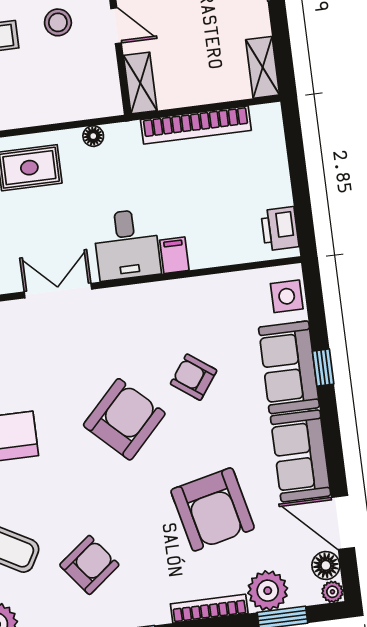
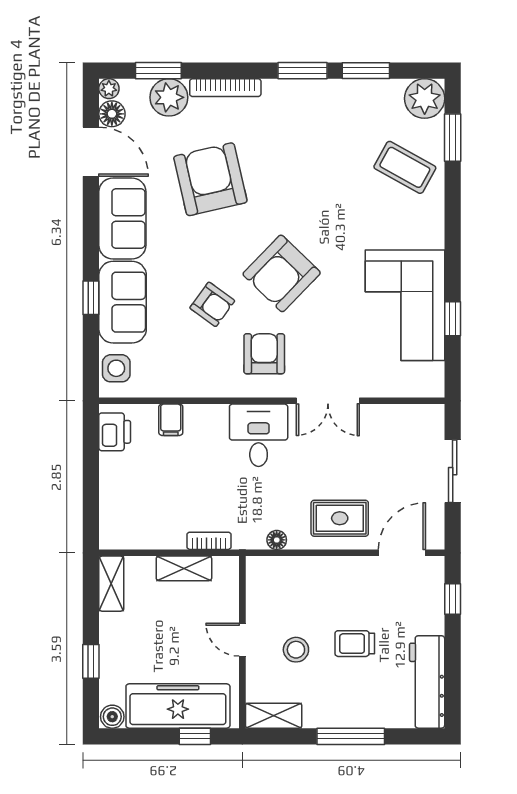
shelving: (140, 83) -> (184, 568), moved, turned 90
bookcase: (196, 125) -> (209, 541), width x0.43, depth x0.76
filing cabinet: (174, 255) -> (171, 420), moved
armchair: (89, 565) -> (264, 354), moved, turned 128

